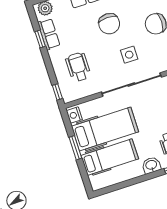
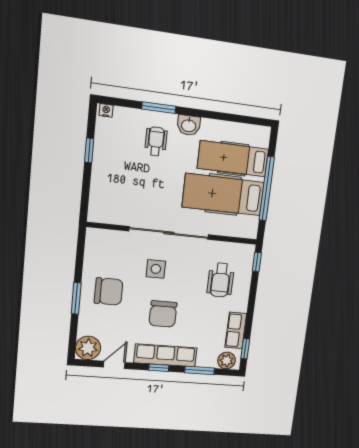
chair: (109, 24) -> (163, 314), turned 180
window: (40, 39) -> (245, 349), moved
nightstand: (74, 115) -> (250, 227), removed
window: (75, 148) -> (267, 189), width x2.11

